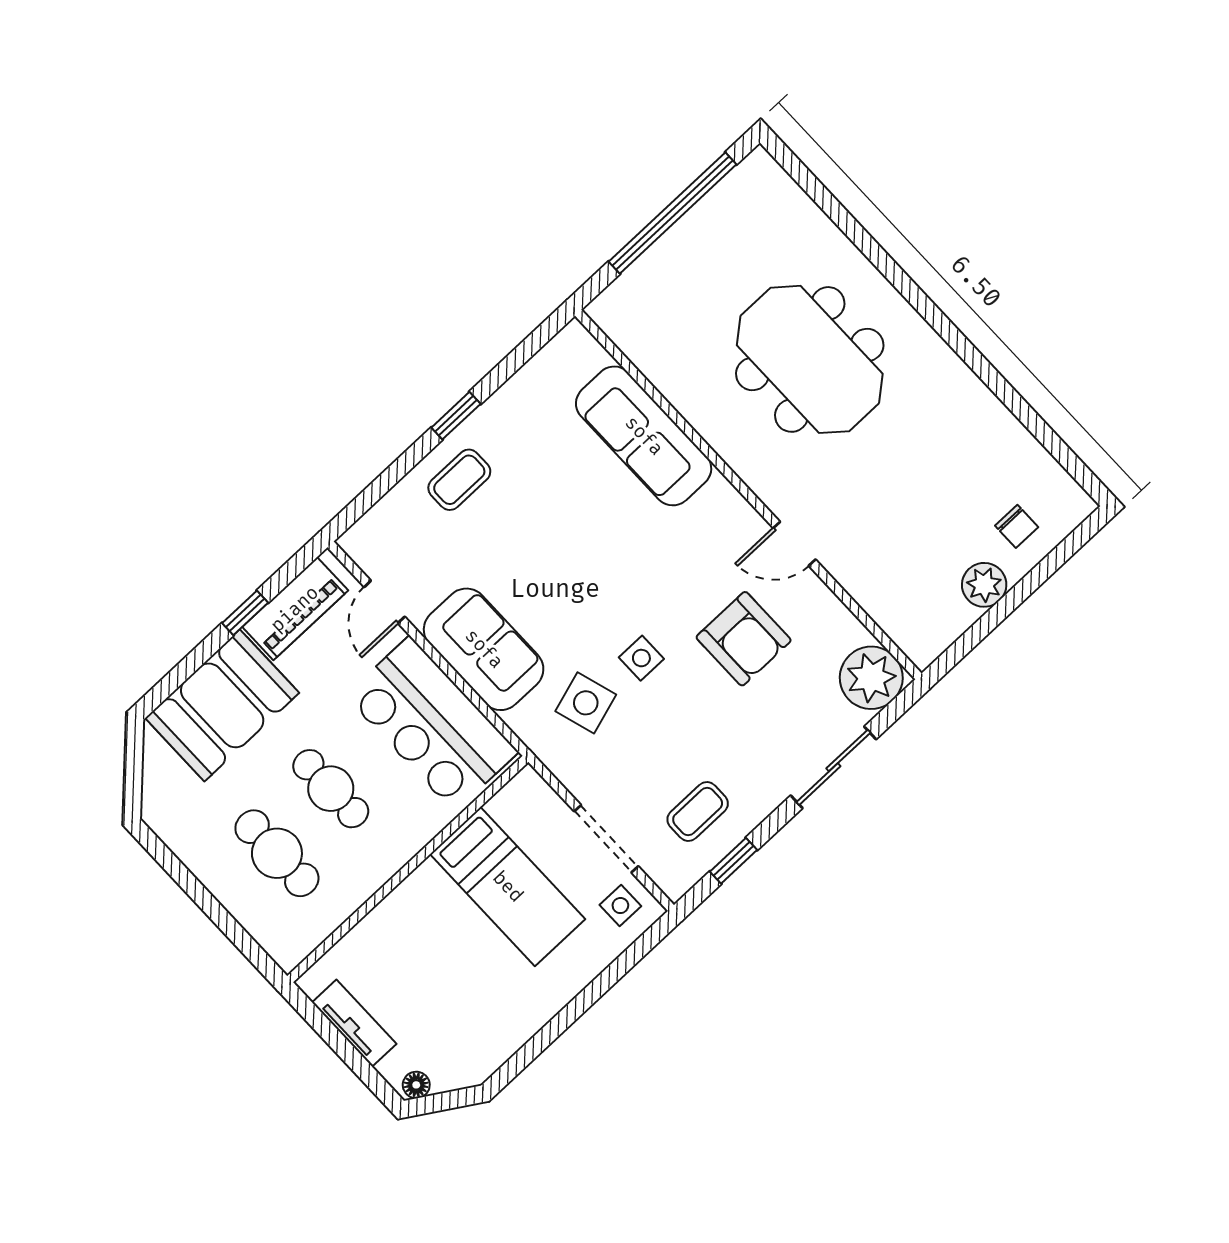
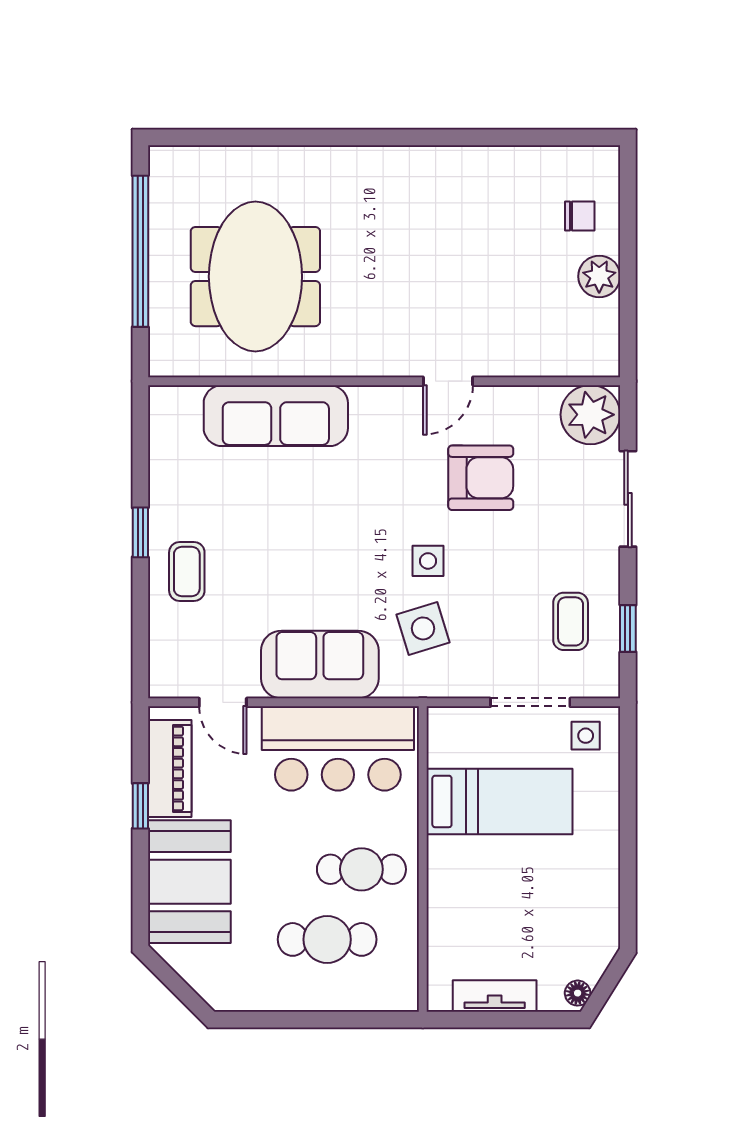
meeting table: (810, 359) -> (255, 277), moved, turned 90
cafe table: (331, 789) -> (361, 869), moved

